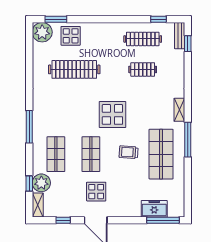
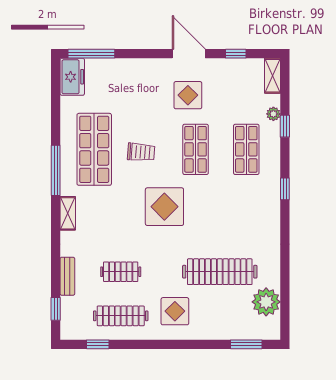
plant: (42, 32) -> (266, 302), moved
display table: (71, 36) -> (175, 311), moved
bench: (180, 36) -> (67, 276), moved
window: (29, 127) -> (285, 189), width x0.46
plant: (41, 183) -> (273, 114), width x0.53, depth x0.53
window: (29, 184) -> (285, 126), moved
freezer: (154, 209) -> (72, 77), moved, turned -90

